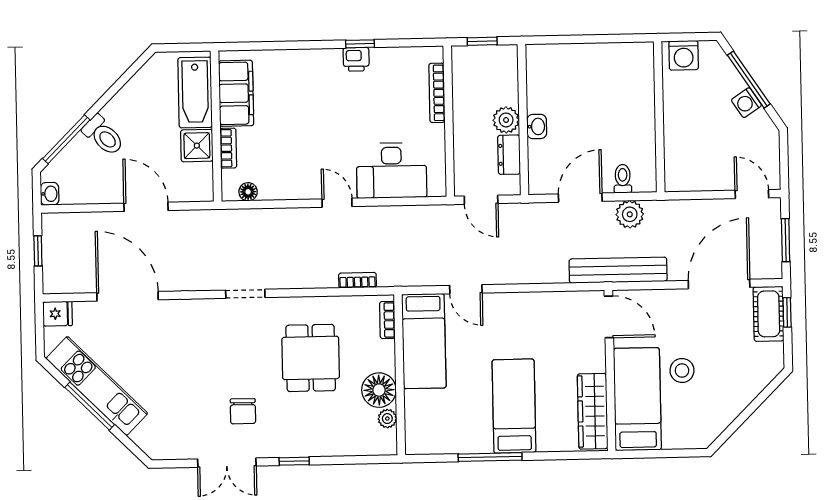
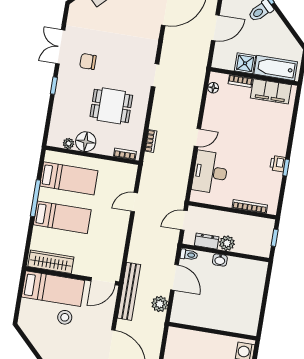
toilet: (623, 179) -> (189, 255), moved
bed: (424, 341) -> (69, 178), moved, turned 180

